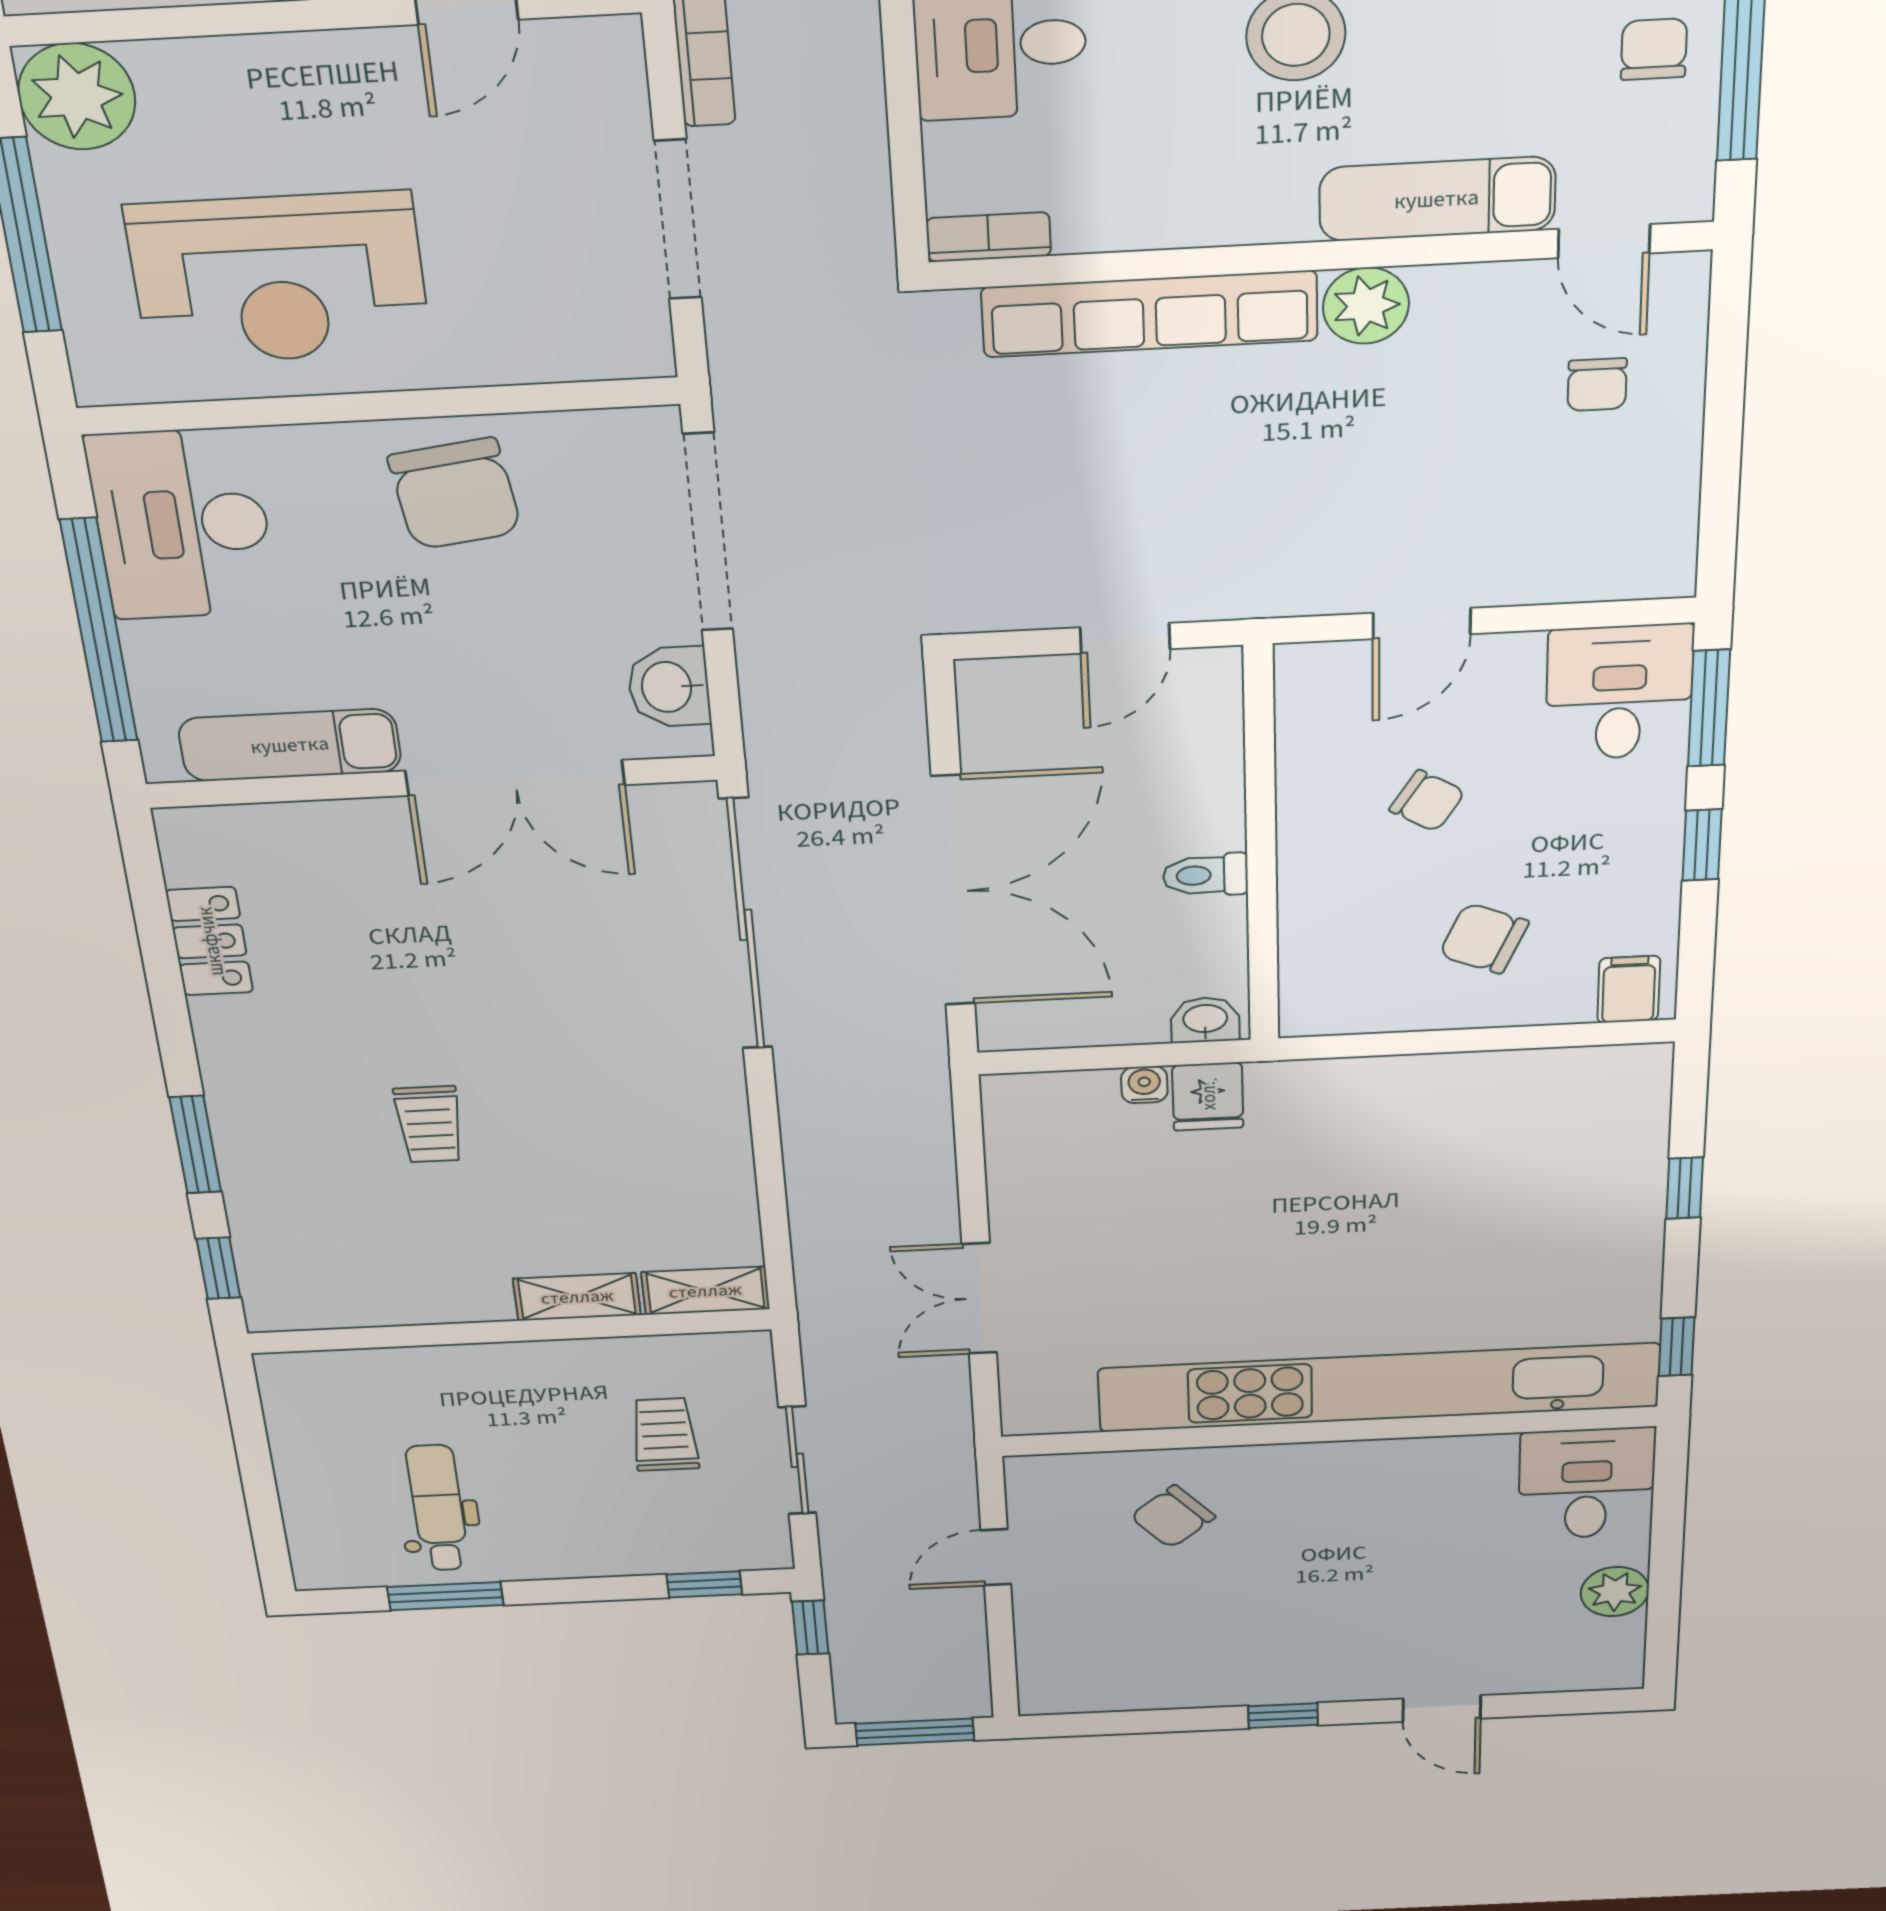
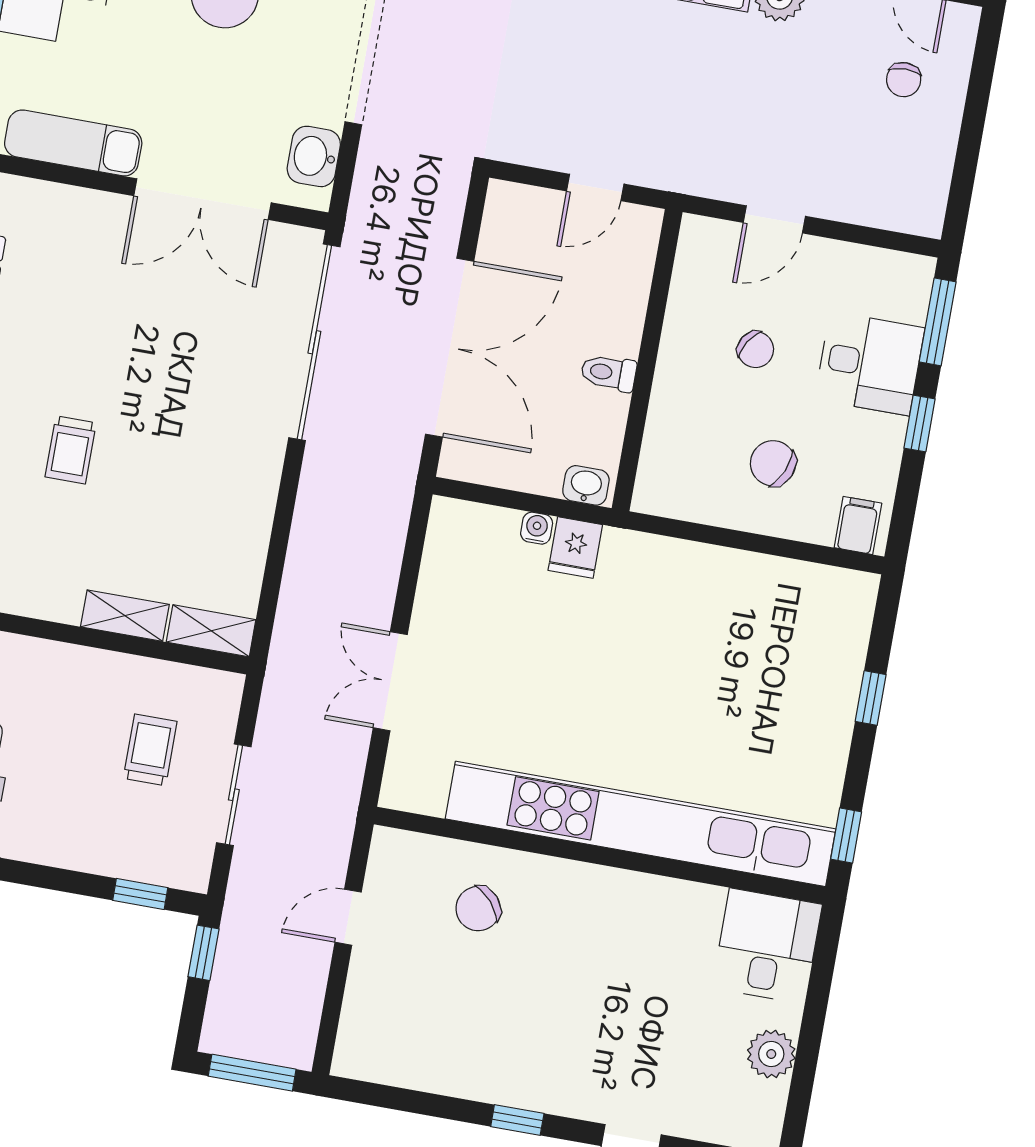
desk: (1619, 692) -> (870, 363), moved, turned 90

